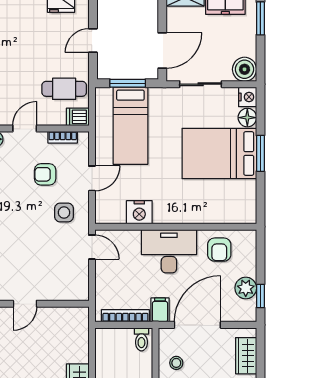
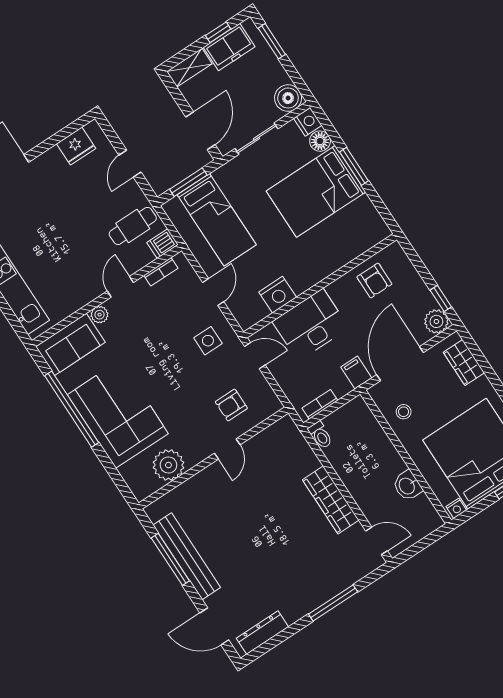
armchair: (45, 174) -> (231, 405), moved
desk: (169, 251) -> (310, 325), moved
plant: (246, 288) -> (436, 321), moved
bookcase: (125, 316) -> (320, 404), width x0.64
toilet: (141, 339) -> (320, 435), moved

